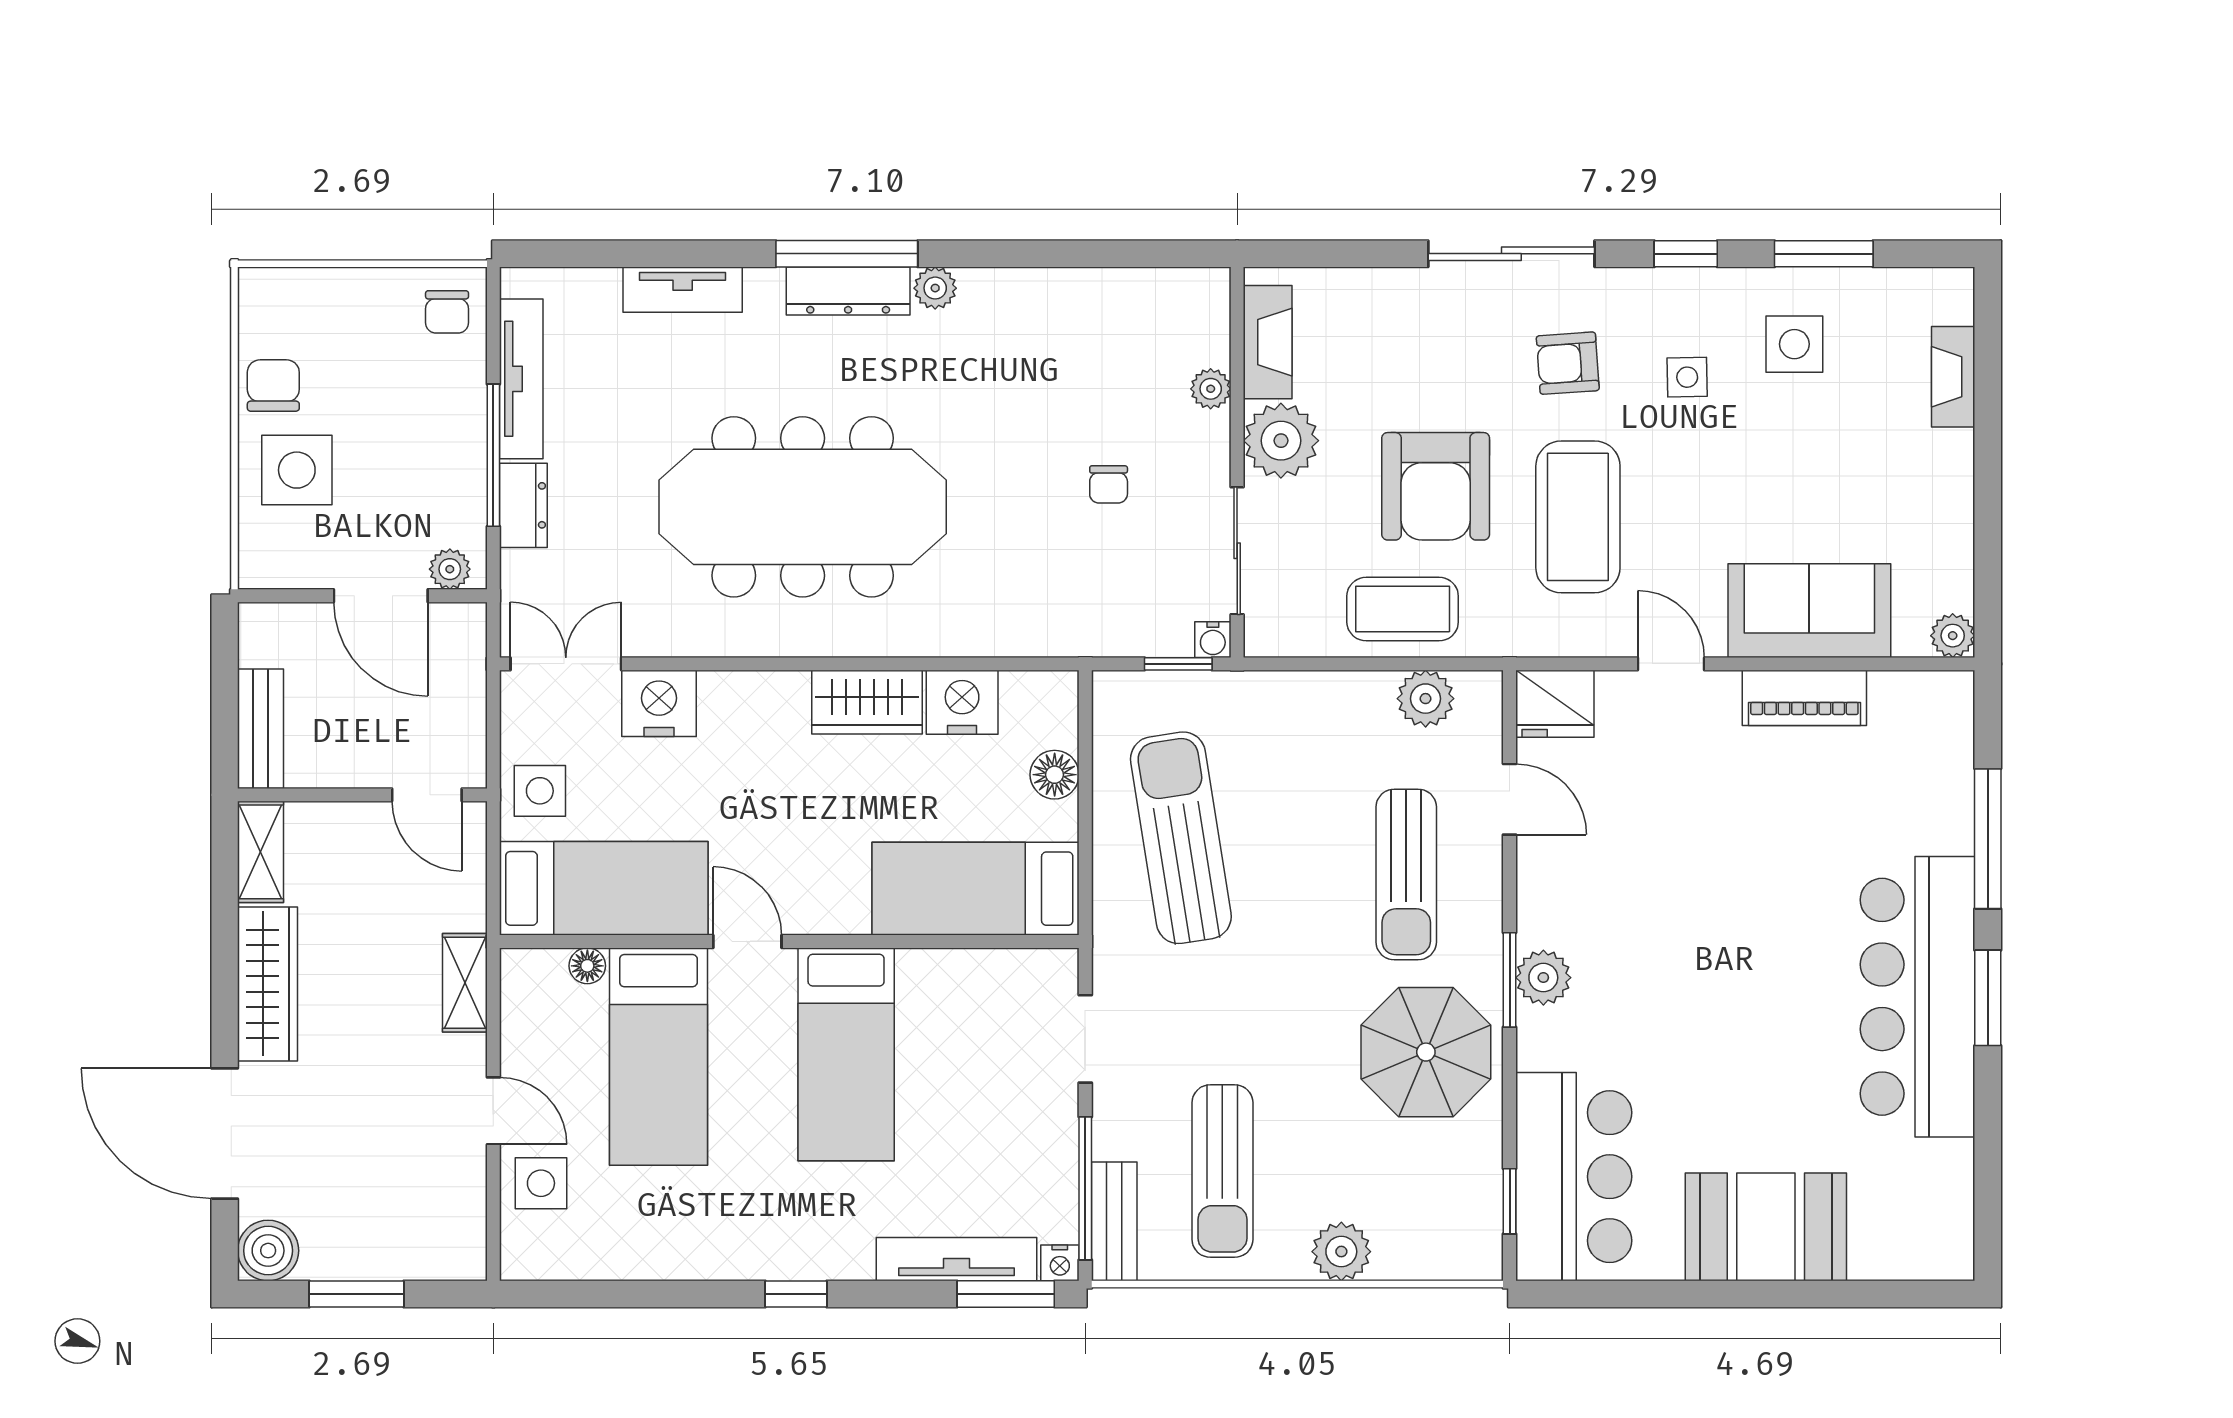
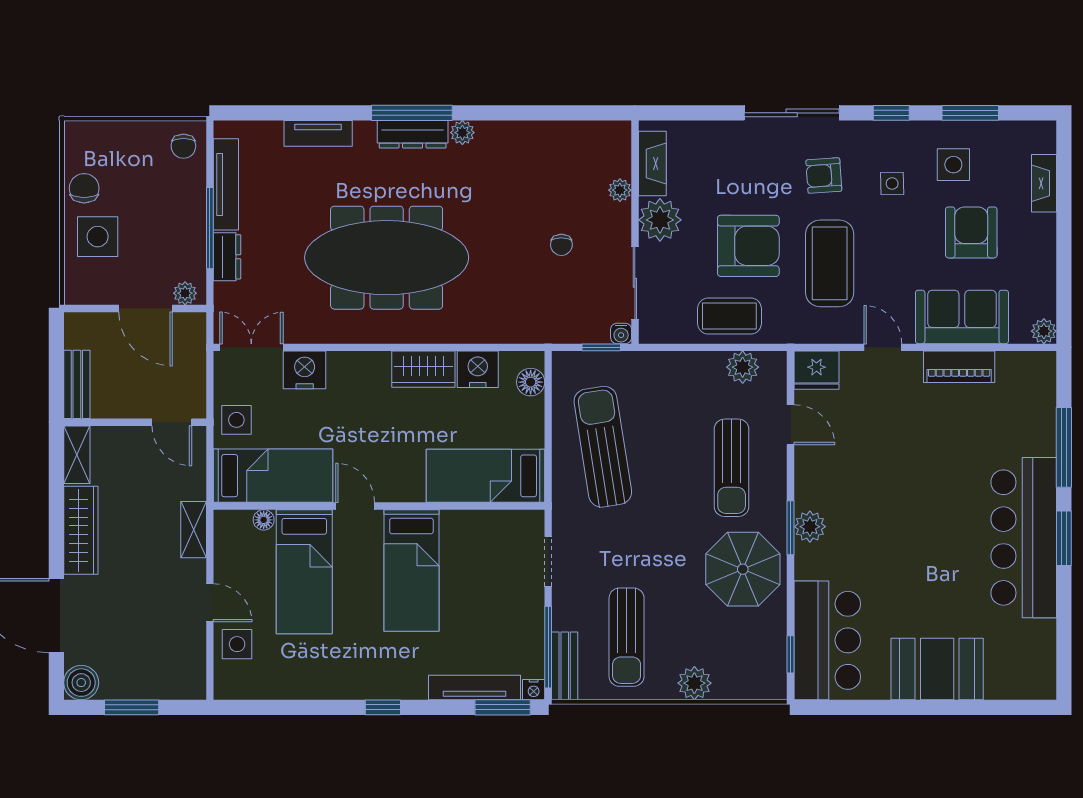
armchair: (1826, 463) -> (971, 232), added
armchair: (1436, 486) -> (748, 246), turned -90
floor lamp: (1055, 775) -> (531, 382), moved

